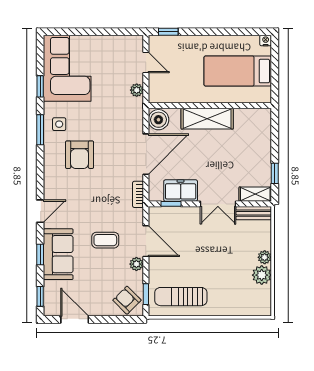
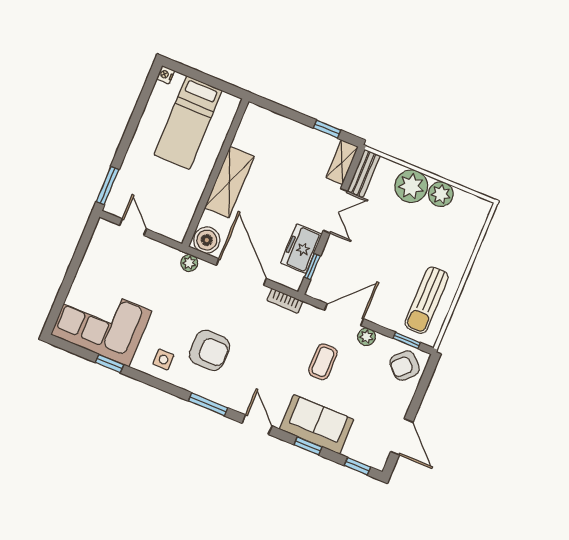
window: (168, 32) -> (108, 185), width x1.50
door: (146, 63) -> (133, 227), hinge flipped
plant: (137, 90) -> (189, 263), moved
window: (40, 130) -> (208, 404), moved
plant: (265, 257) -> (411, 186), width x1.87, depth x1.87
door: (75, 320) -> (402, 437), swing flipped

